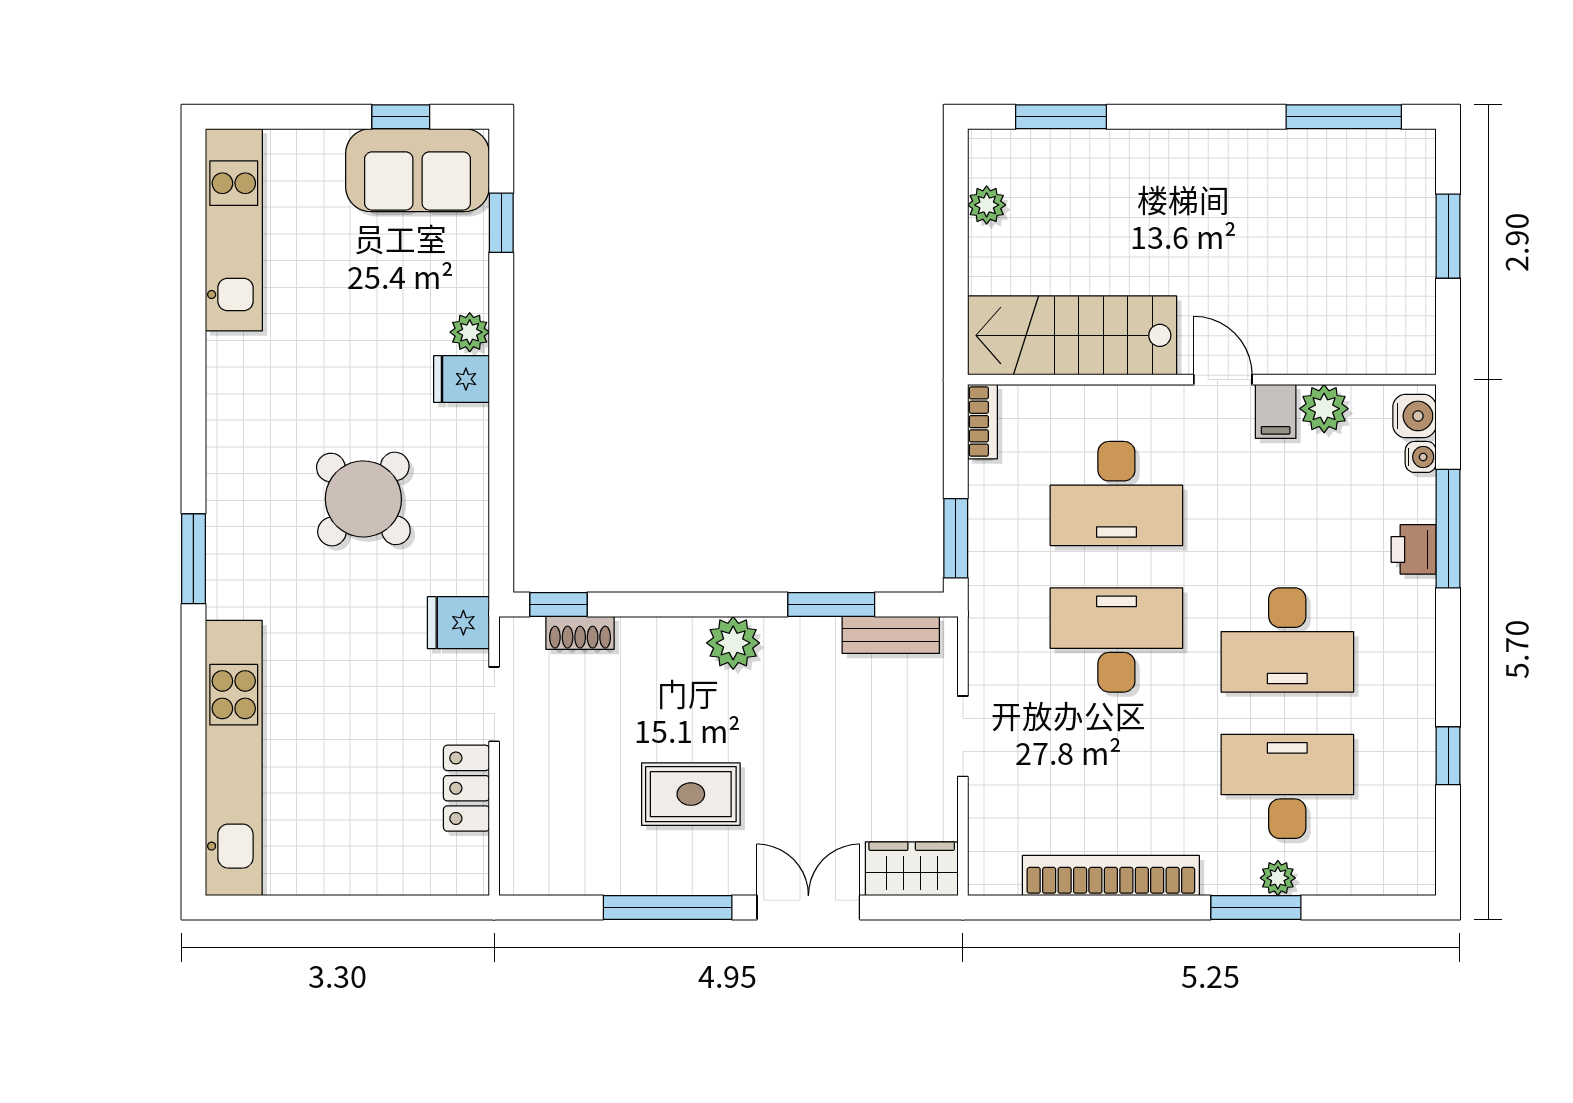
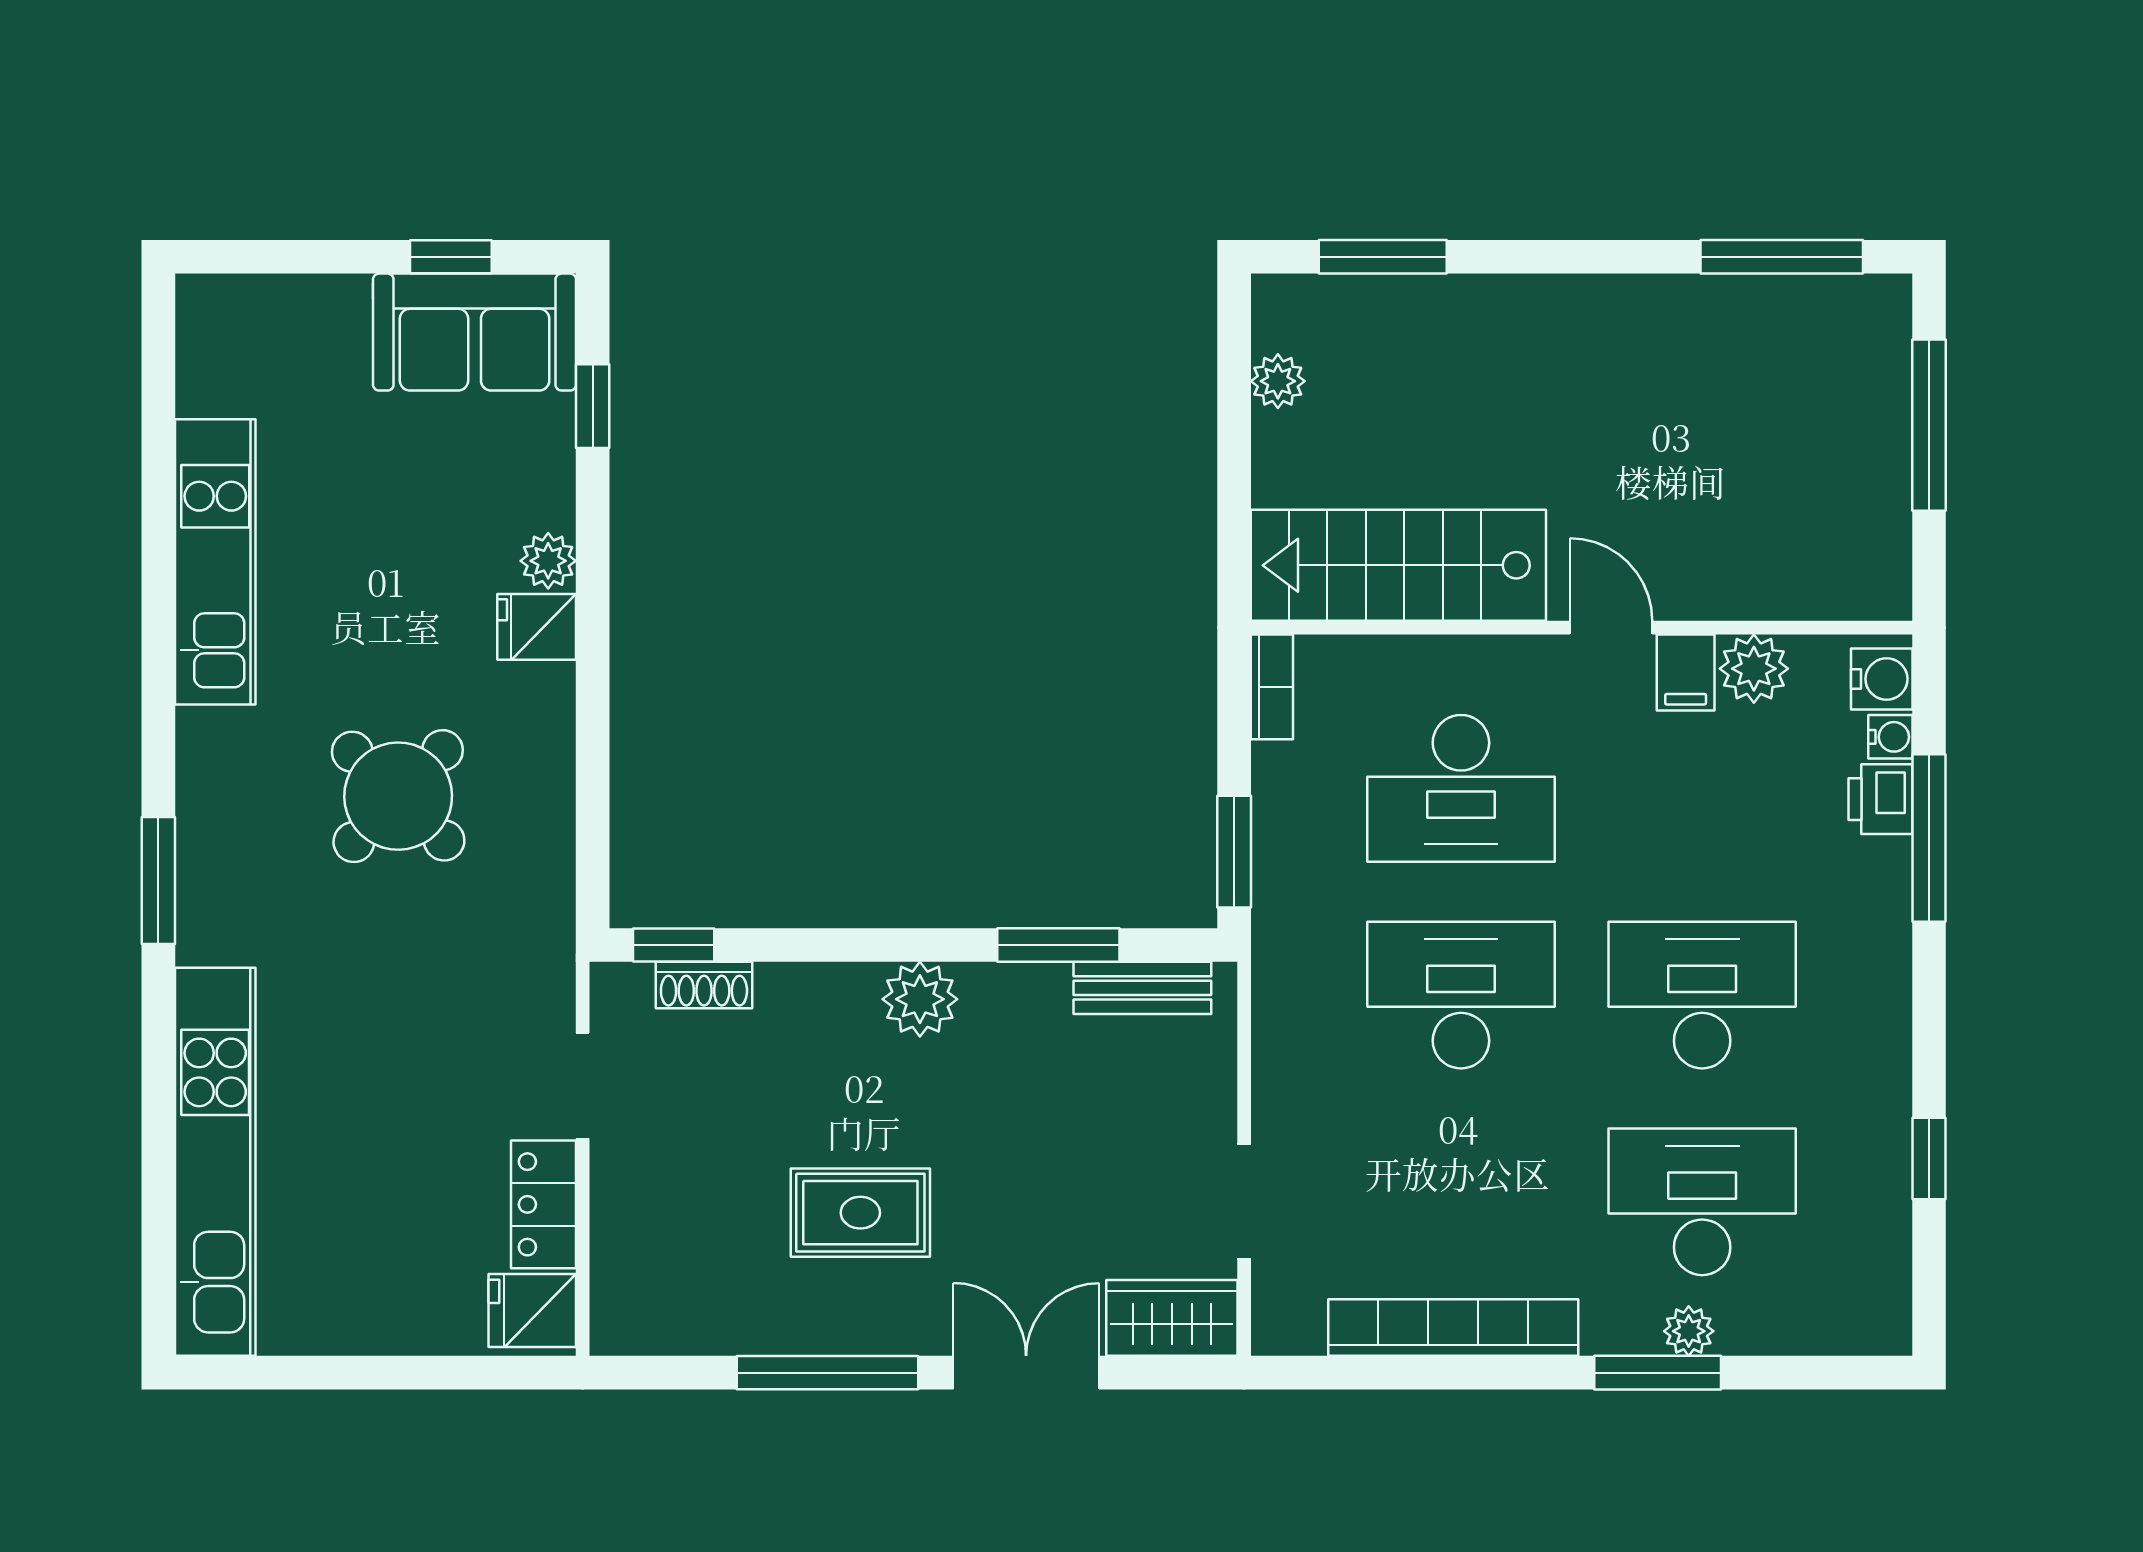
kitchen unit: (234, 230) -> (215, 562), moved
window: (1448, 236) -> (1929, 425), width x1.44
printer: (1414, 549) -> (1880, 799), moved
fridge: (458, 623) -> (532, 1310), moved
desk: (1287, 640) -> (1702, 995), turned 180
doorway: (963, 736) -> (1244, 1201), moved

